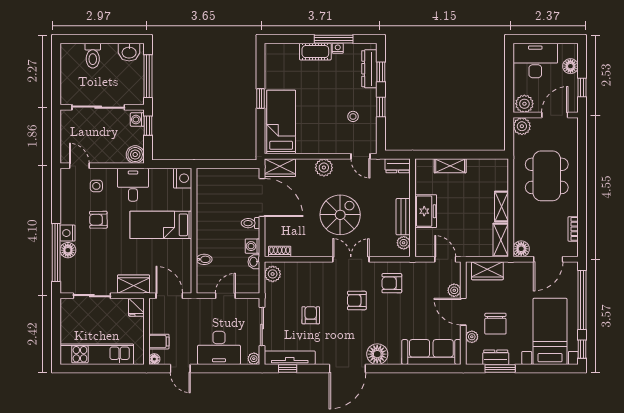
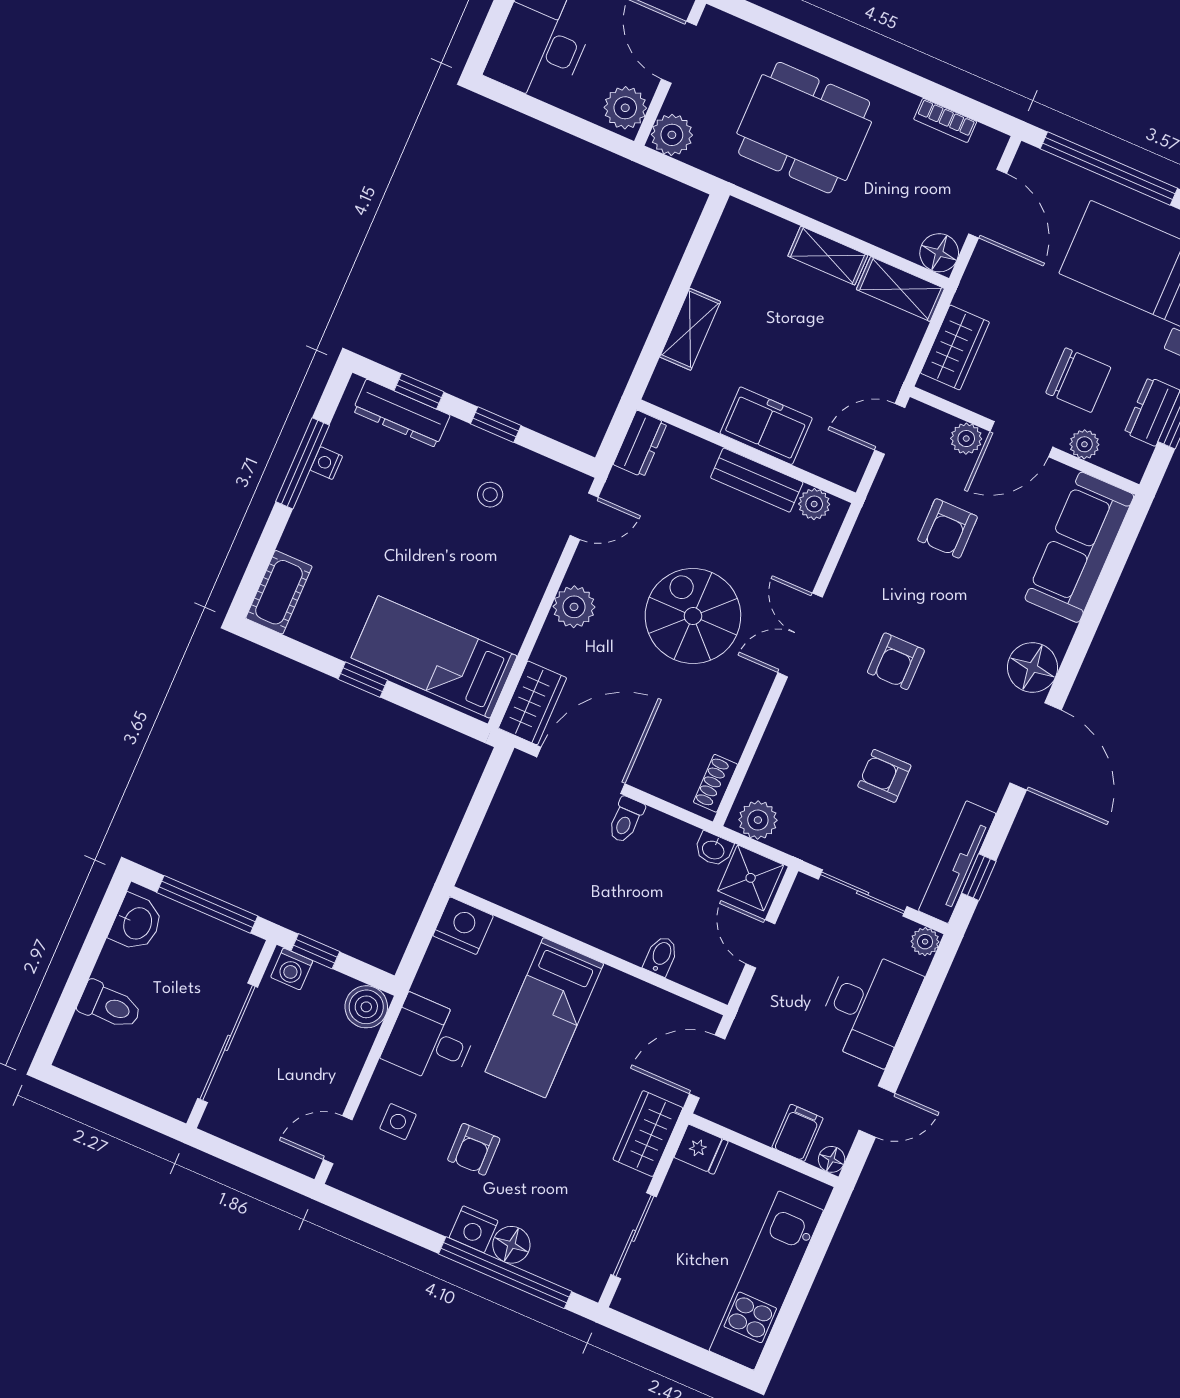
cot: (315, 52) -> (279, 592), moved
washing machine: (252, 246) -> (678, 838), removed
shower: (249, 281) -> (751, 878), added
armchair: (392, 283) -> (948, 528), moved

